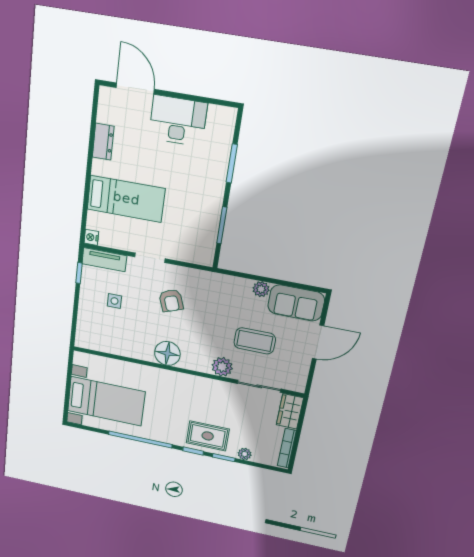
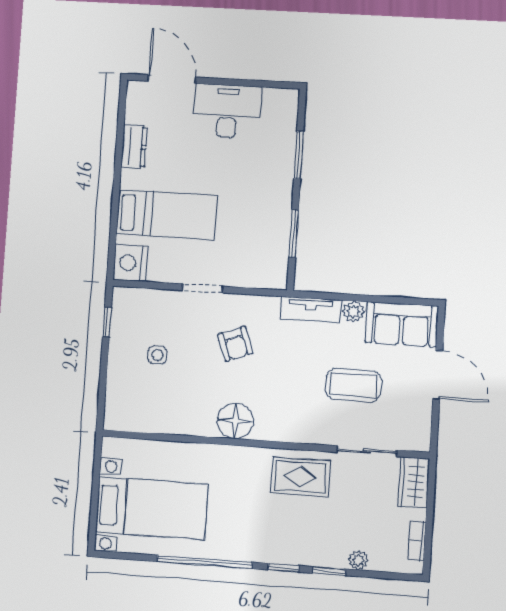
nightstand: (91, 237) -> (130, 263), width x1.89, depth x1.79
tv unit: (104, 260) -> (310, 310), moved
door: (318, 342) -> (438, 375), hinge flipped
plant: (222, 367) -> (313, 430), removed
rug: (208, 436) -> (300, 477), moved
bookcase: (287, 448) -> (417, 541), width x0.64

